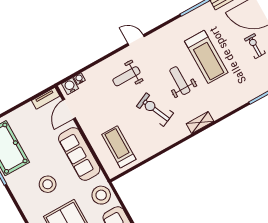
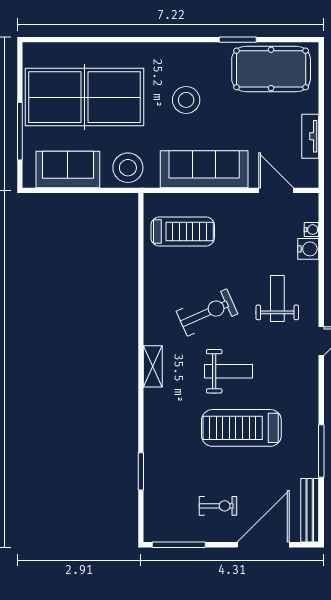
water cooler: (70, 86) -> (308, 249), moved
tv unit: (46, 98) -> (310, 136), moved

